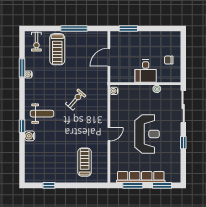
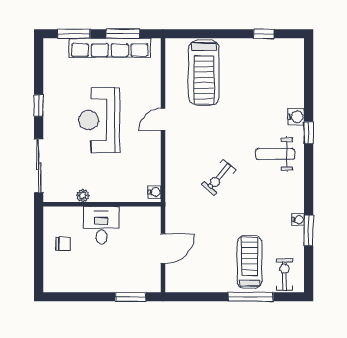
window: (74, 28) -> (251, 297), moved
treadmill: (85, 162) -> (204, 73), width x1.37, depth x1.38

